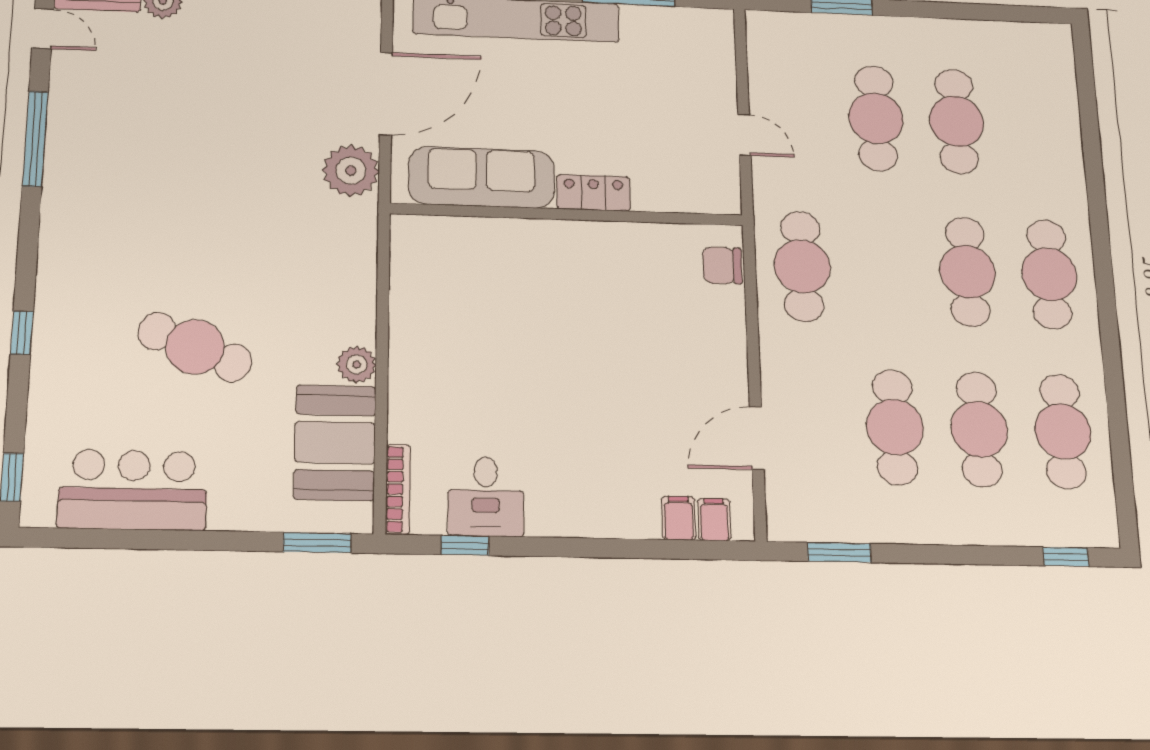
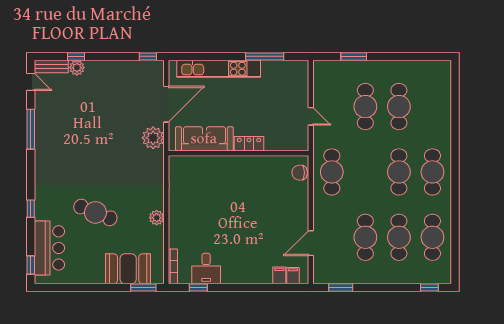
booth: (335, 443) -> (128, 269), moved, turned 90
bar counter: (133, 490) -> (49, 248), moved, turned 90

